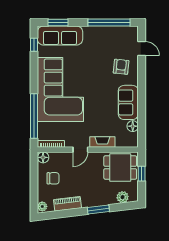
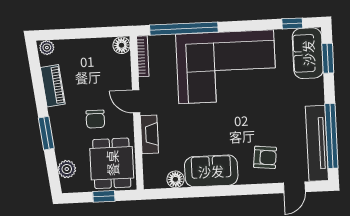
tv unit: (113, 32) -> (317, 143), added
sofa: (60, 36) -> (308, 53), width x0.73
chair: (53, 178) -> (95, 119), moved

